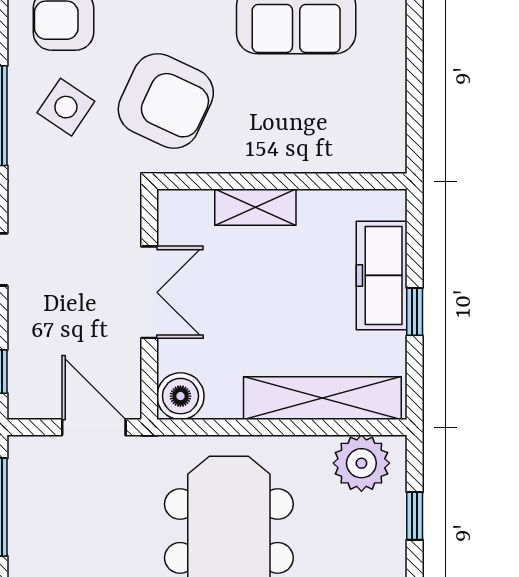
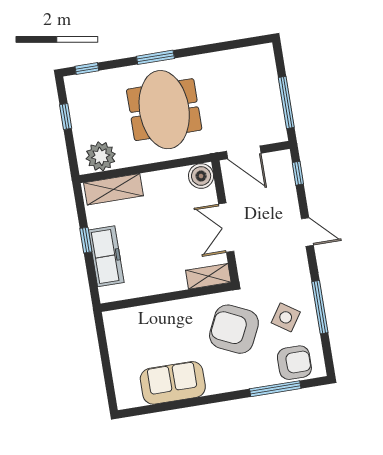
shelving: (255, 207) -> (208, 276), moved
shelving: (322, 398) -> (114, 189), width x0.68
window: (415, 516) -> (66, 117), moved

